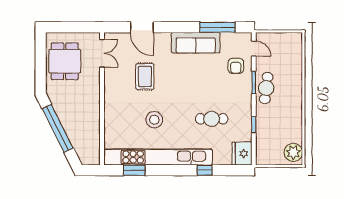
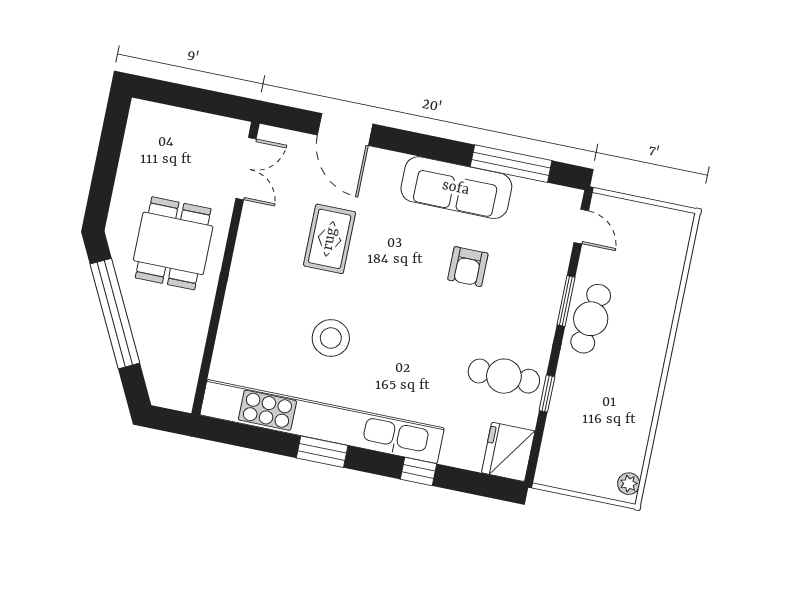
dining table: (65, 61) -> (173, 243), moved
armchair: (236, 66) -> (468, 267), moved
cafe table: (212, 119) -> (504, 376), moved
plant: (293, 152) -> (629, 484), width x0.53, depth x0.53
window: (134, 170) -> (322, 452), moved

